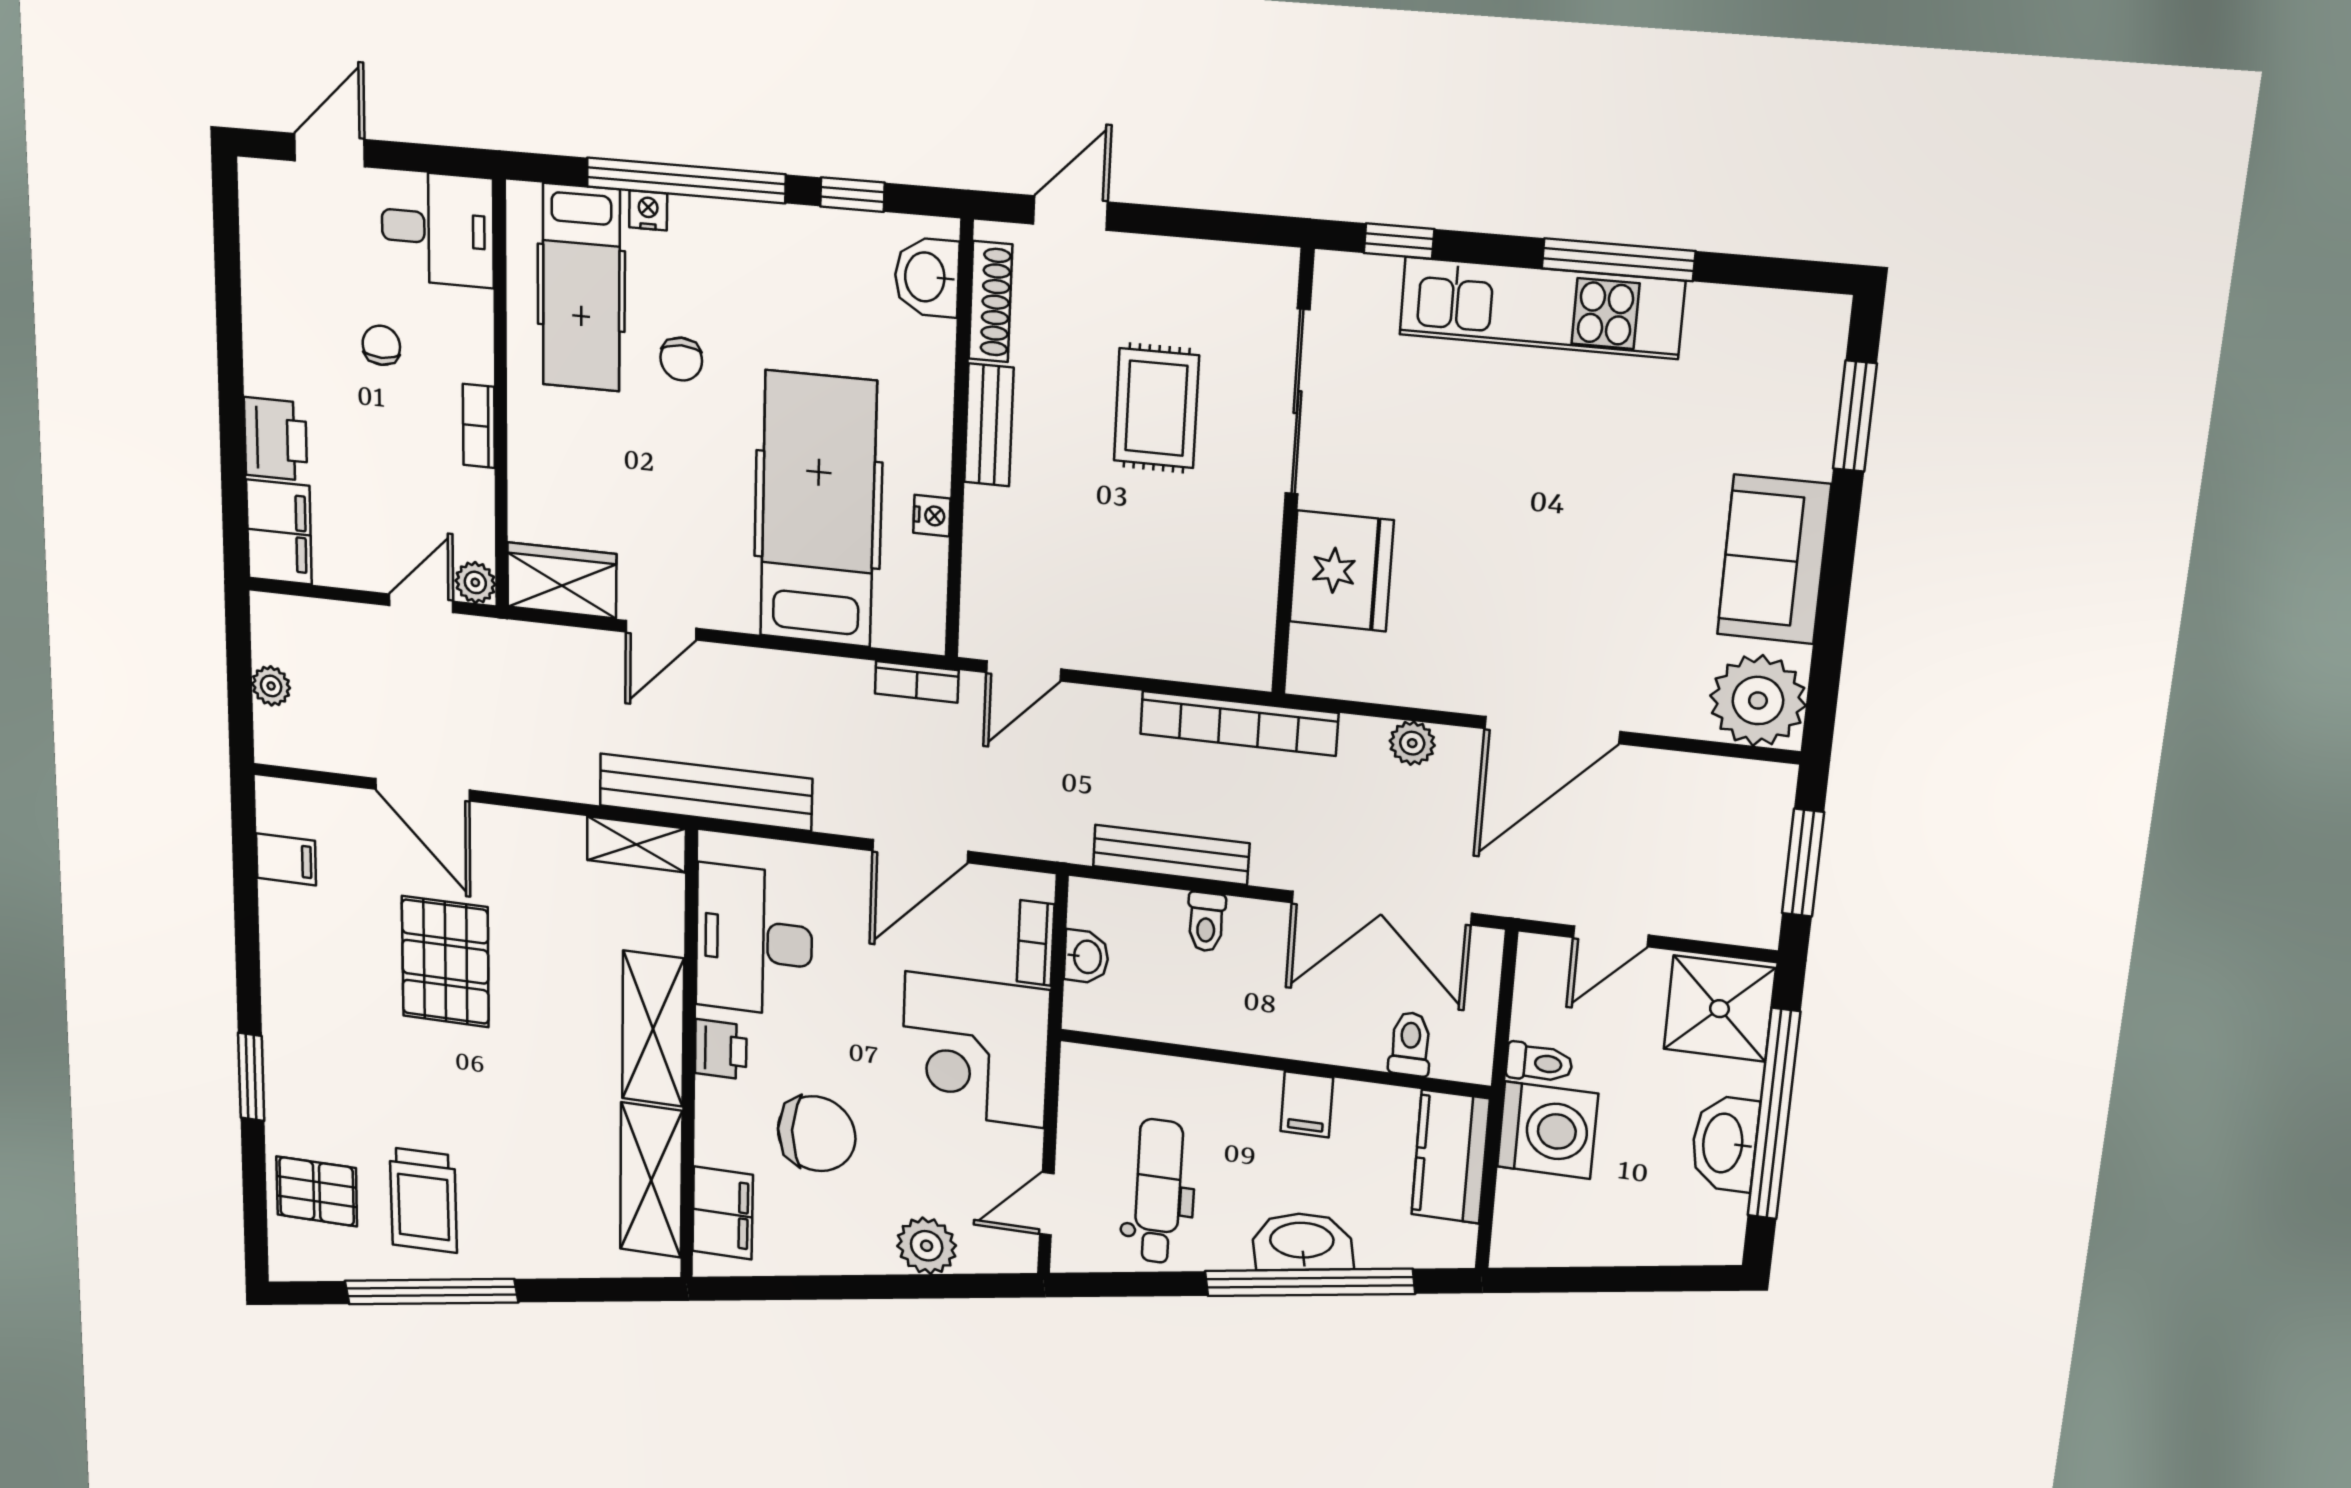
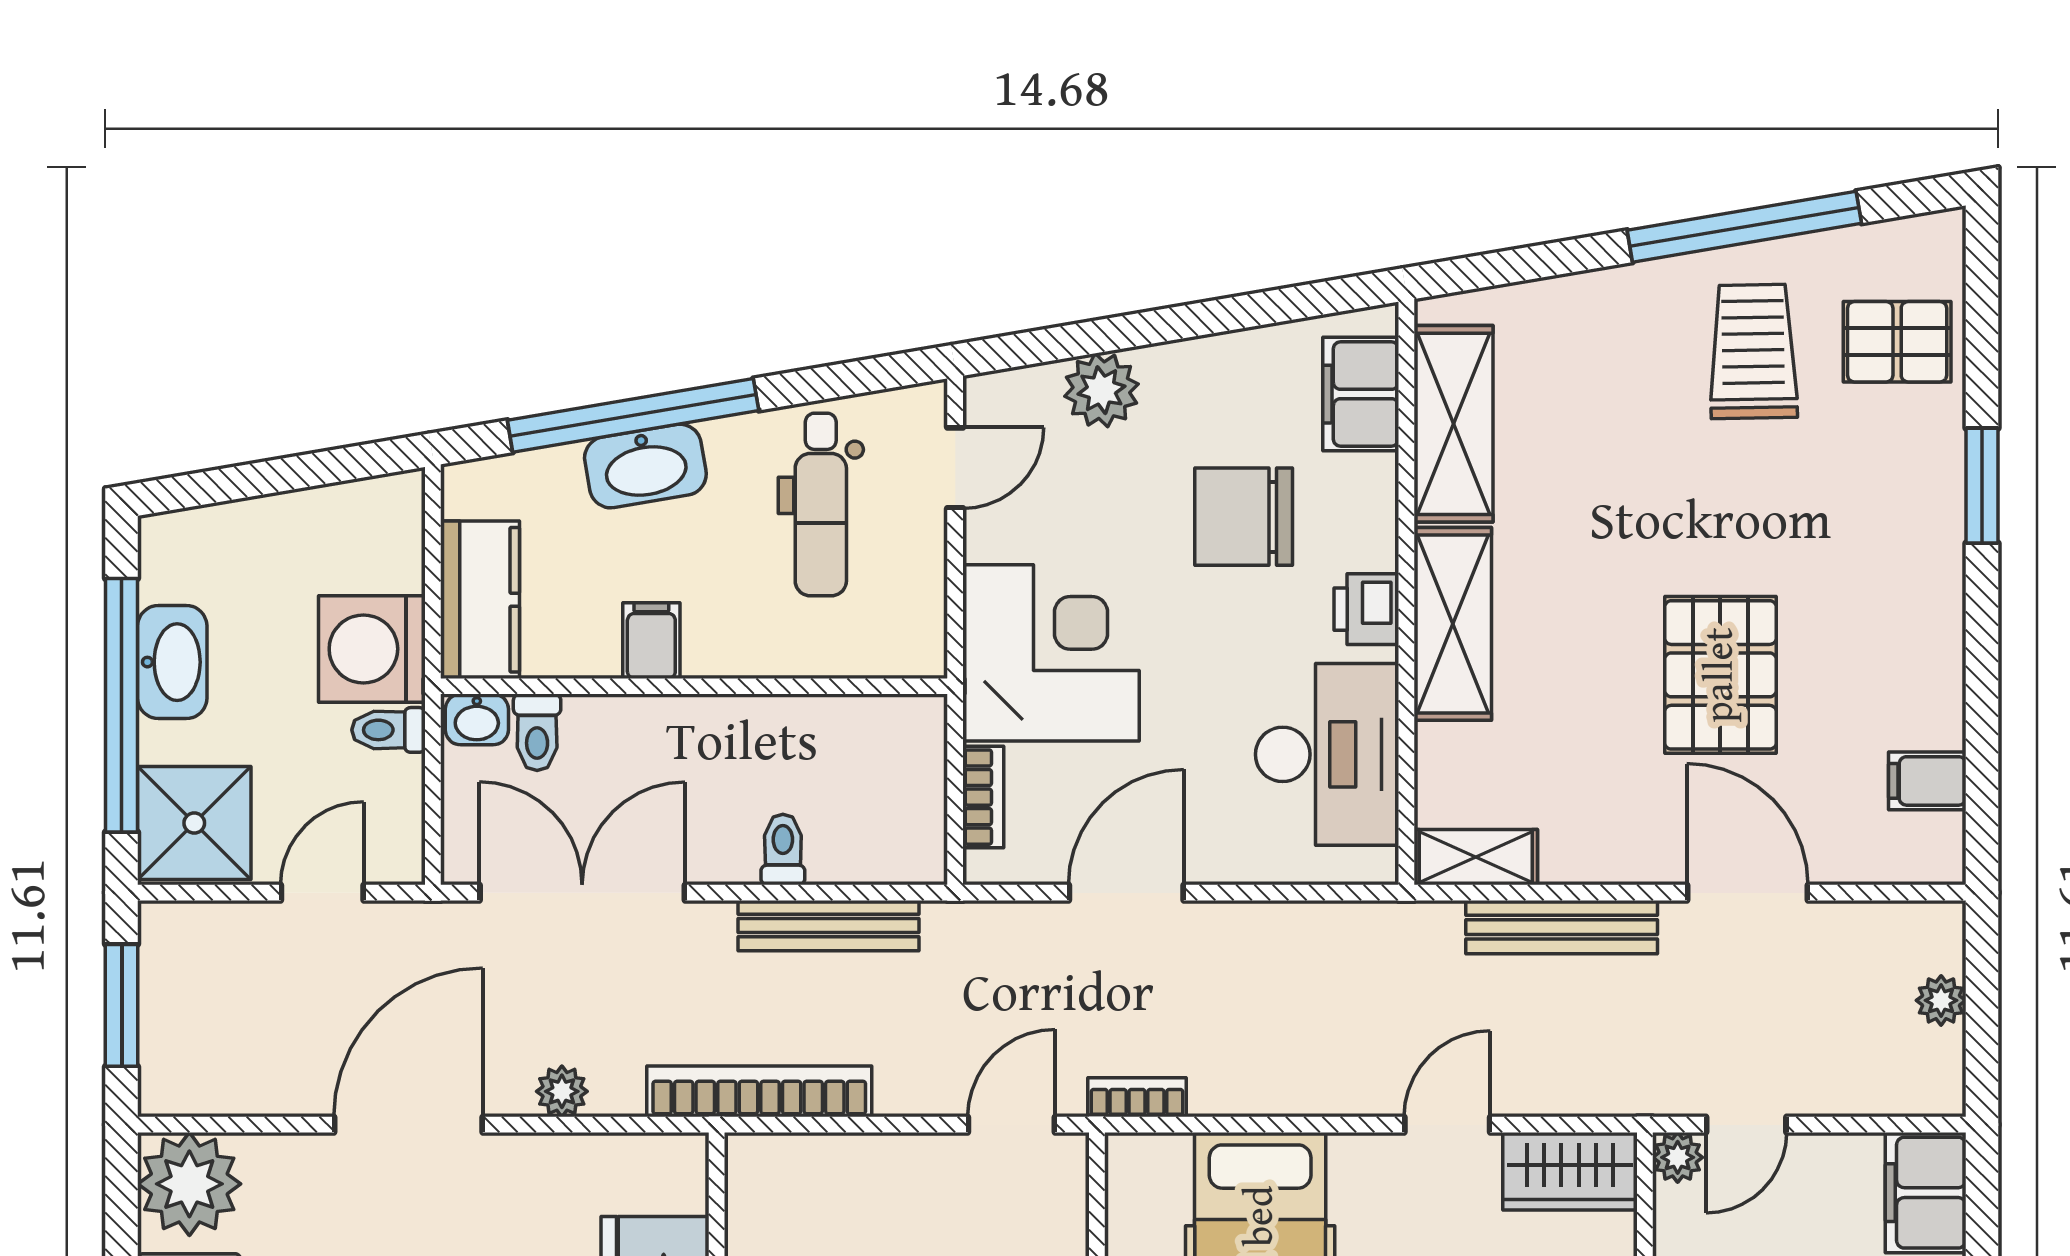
bench: (706, 792) -> (1562, 927), moved, width x0.73, depth x0.82
washbasin: (1086, 957) -> (477, 719), moved, turned -90

